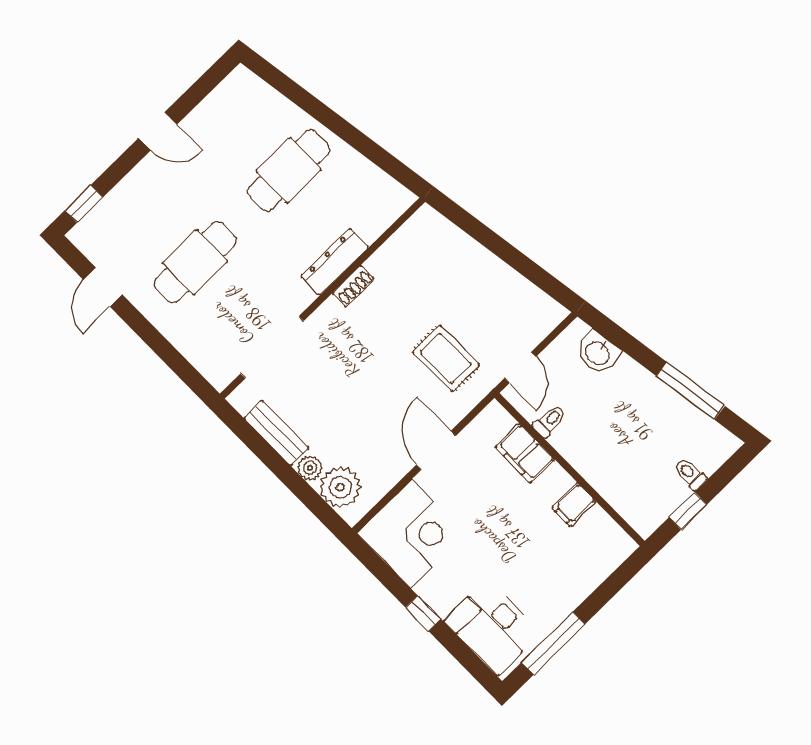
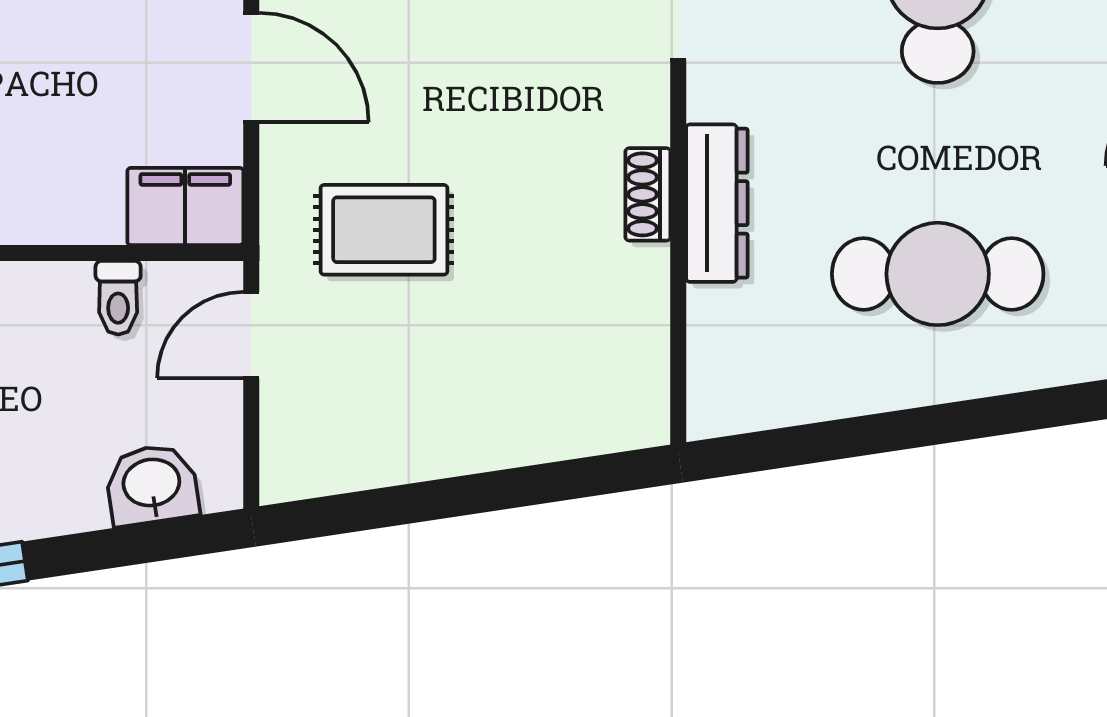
cafe table: (289, 170) -> (938, 274), turned 90
door: (520, 368) -> (251, 335), hinge flipped
filing cabinet: (525, 453) -> (185, 206), moved

